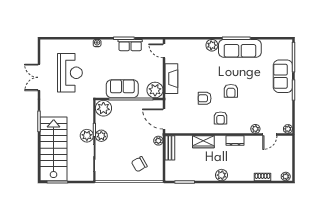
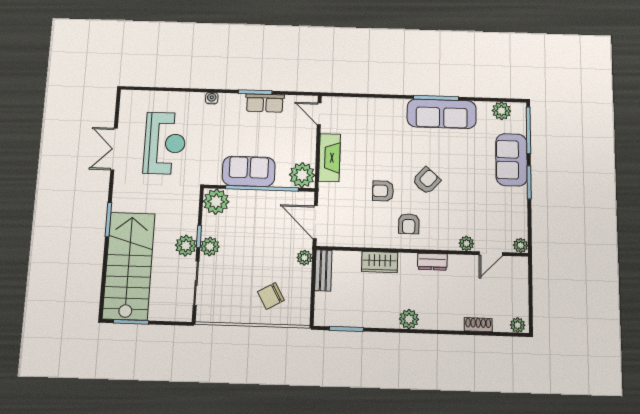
plant: (212, 45) -> (501, 111), moved
armchair: (231, 91) -> (426, 181), turned -138

